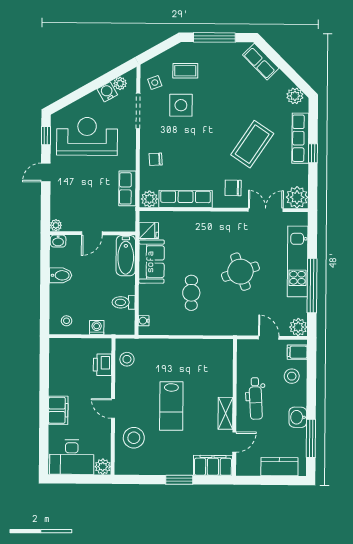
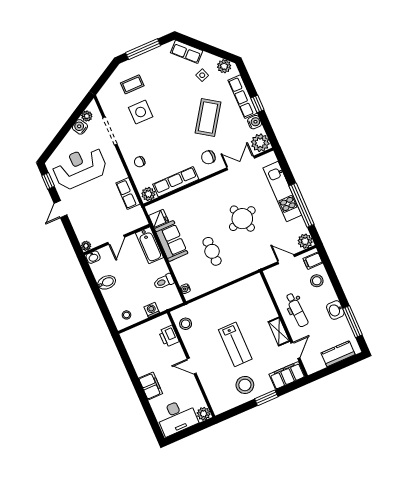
side table: (155, 83) -> (202, 75), moved
water cooler: (301, 172) -> (255, 122), added
stool: (134, 438) -> (245, 385), moved

